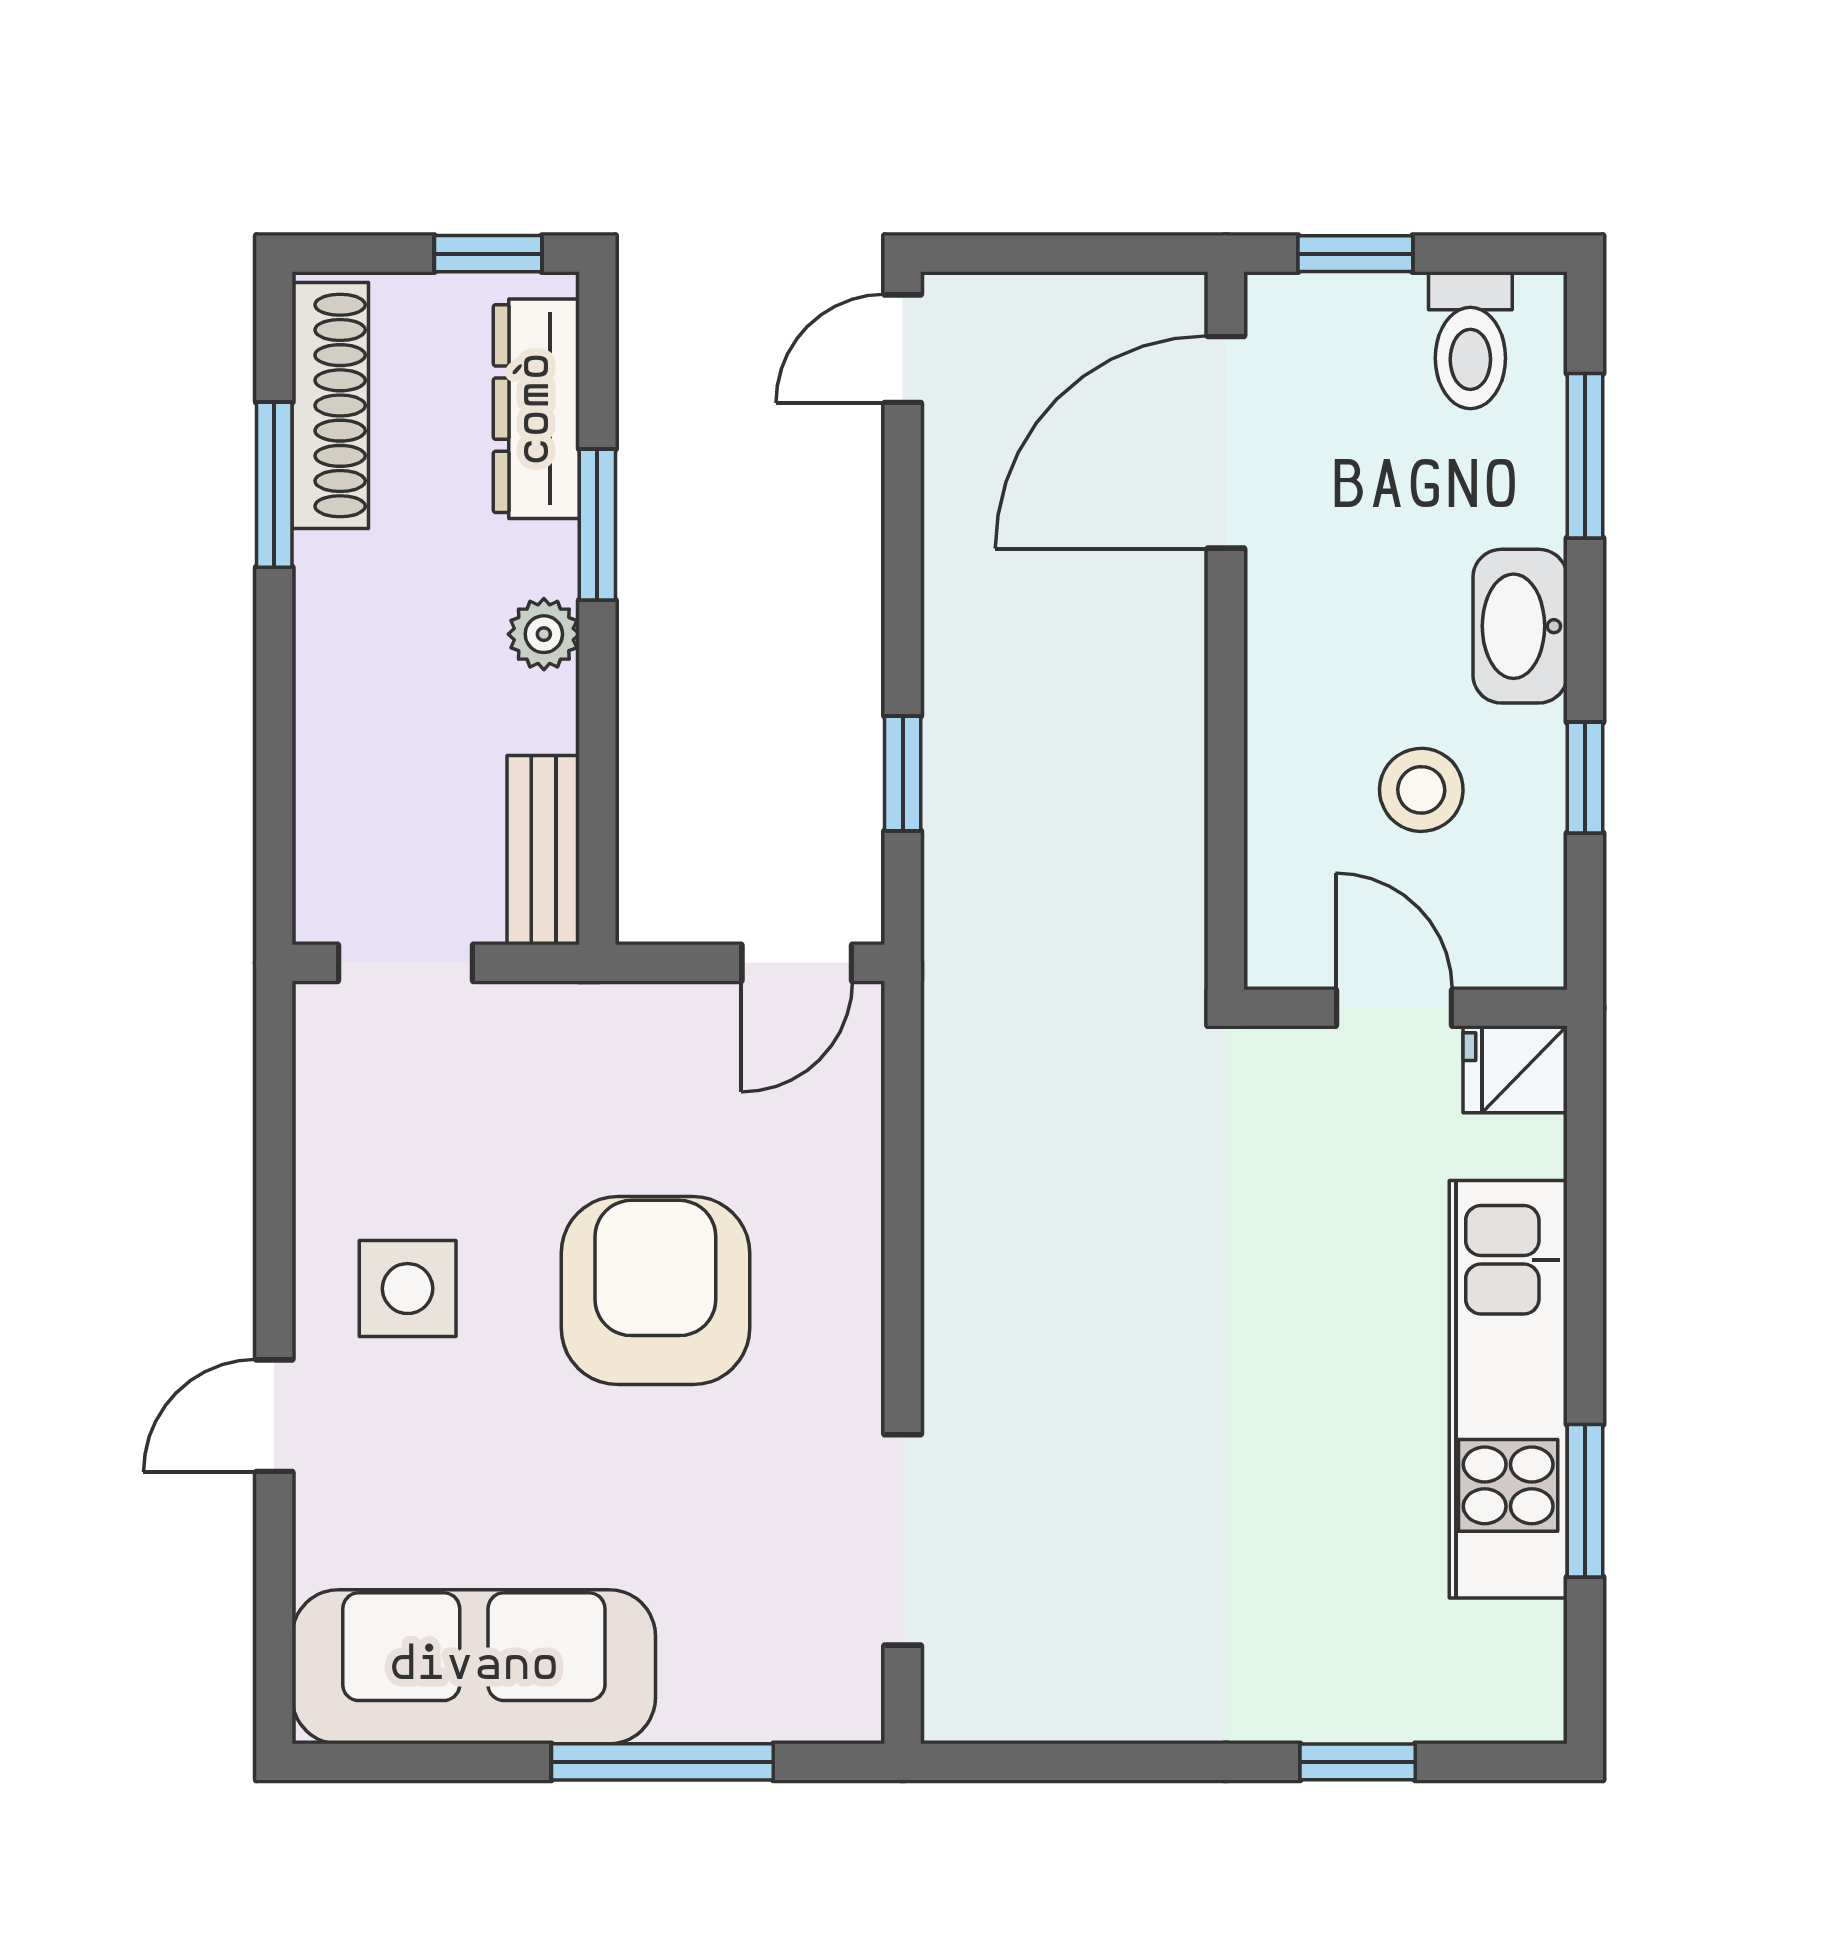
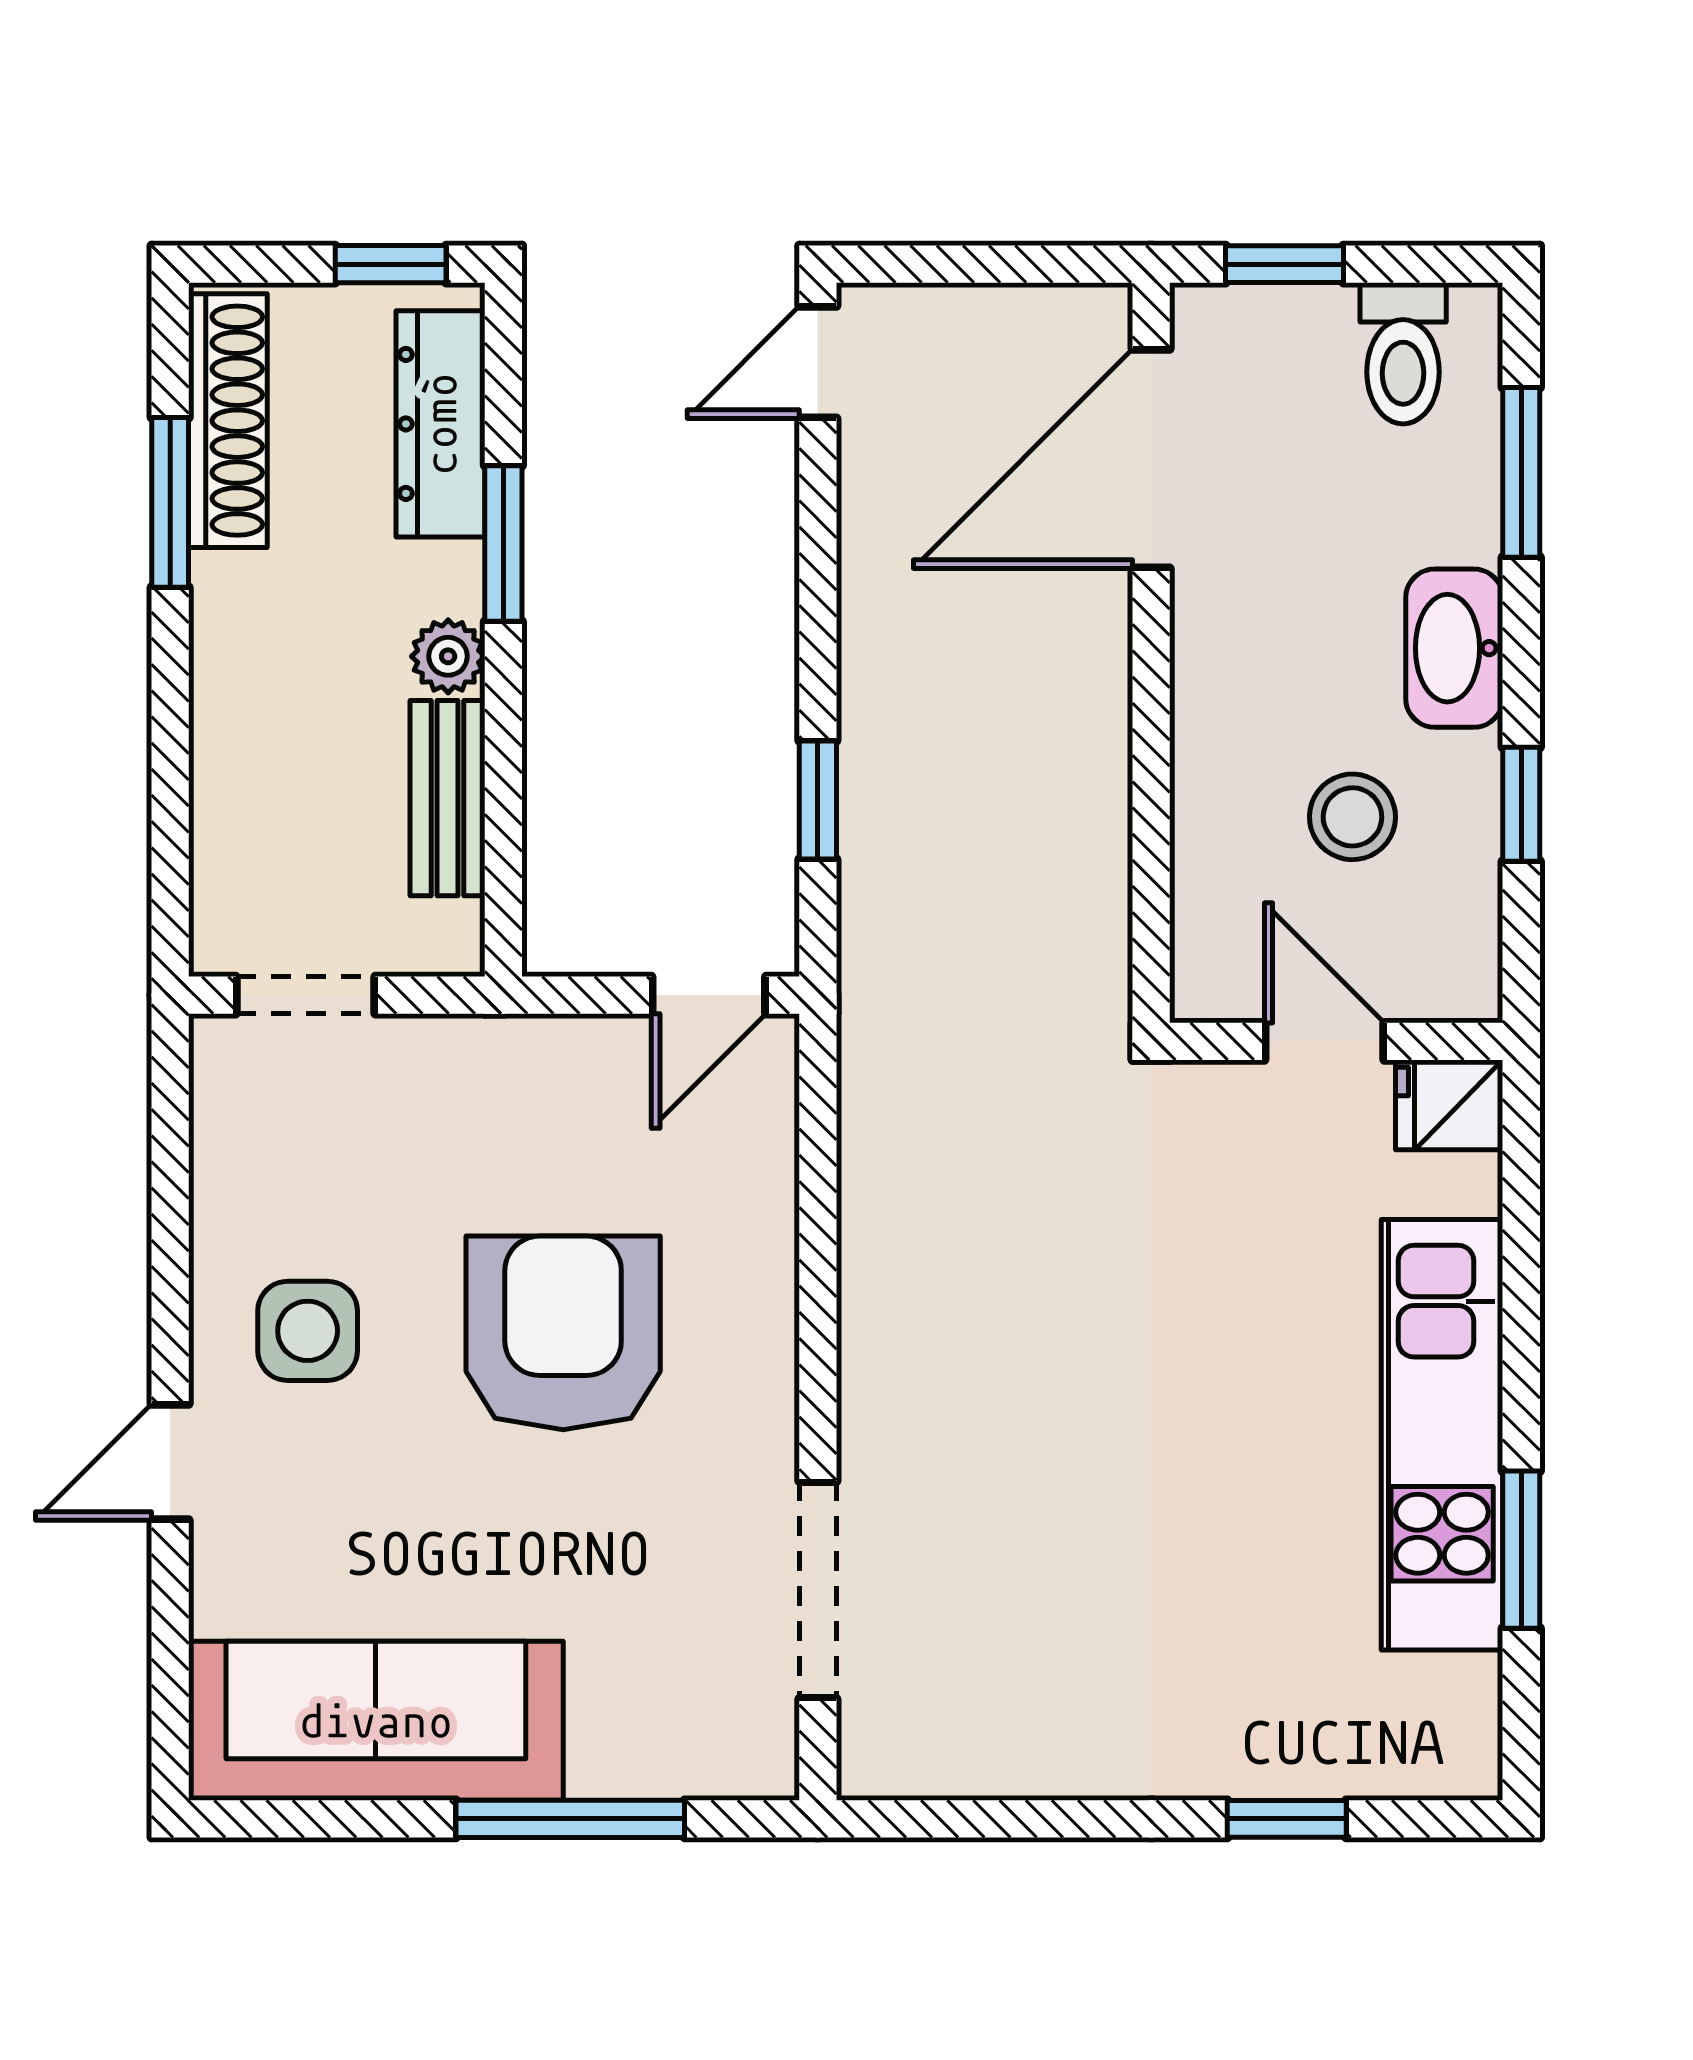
bench: (543, 850) -> (447, 798), moved

